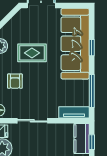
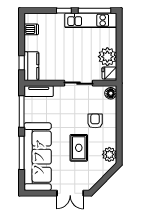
window: (92, 48) -> (22, 153), width x2.17
rug: (32, 53) -> (79, 148), turned 90

